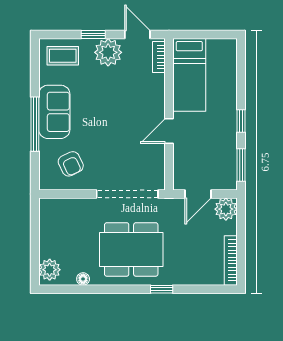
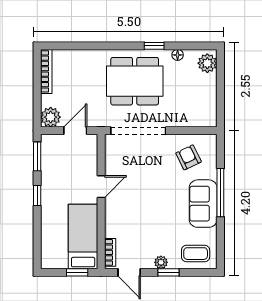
window: (196, 35) -> (77, 272), added
plant: (108, 52) -> (161, 262), width x0.53, depth x0.53
window: (162, 289) -> (154, 46), moved

